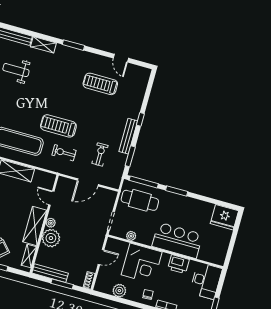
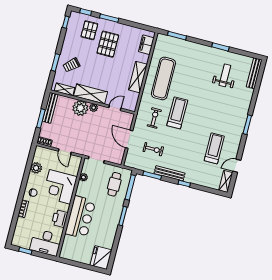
shelving: (43, 45) -> (226, 181), moved
cafe table: (140, 200) -> (114, 184), width x0.73, depth x0.74

